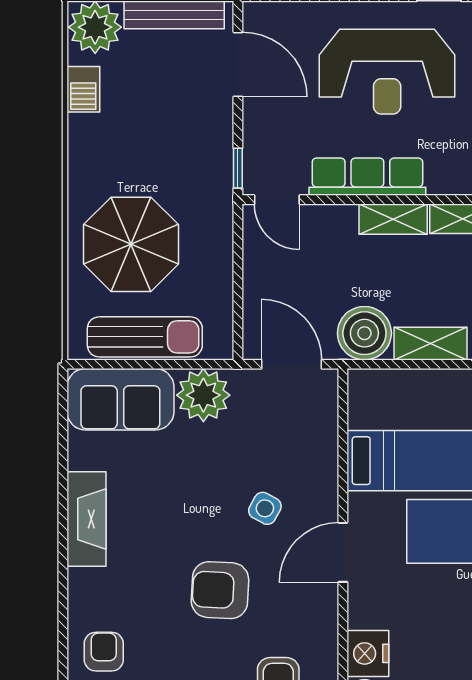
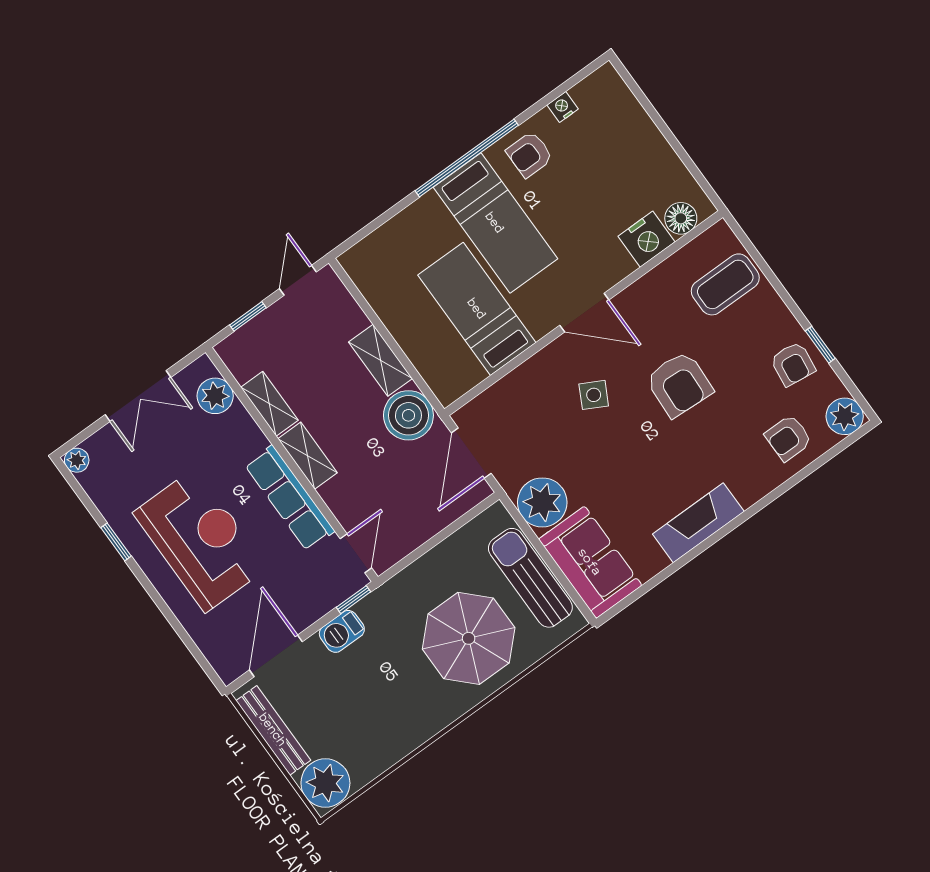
barbecue: (83, 89) -> (342, 631), moved, turned 180

